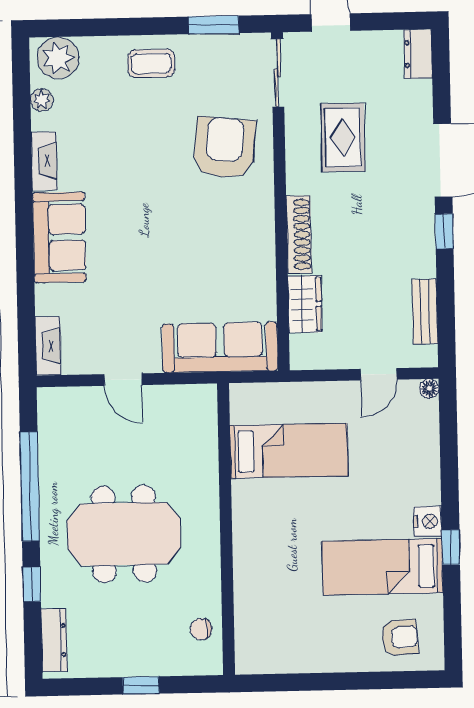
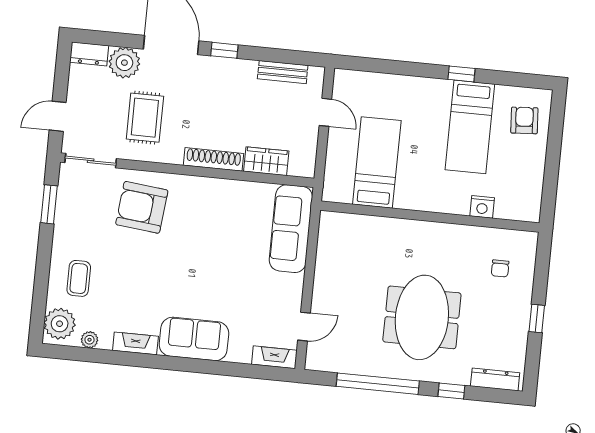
coffee table: (151, 63) -> (79, 278), moved
plant: (412, 102) -> (124, 63), added
rug: (343, 137) -> (145, 118), turned 90
door: (123, 380) -> (304, 327), moved
floor lamp: (429, 389) -> (341, 76), removed
bed: (289, 451) -> (377, 162), moved
nightstand: (428, 521) -> (482, 207), moved, turned 180
wall: (226, 529) -> (430, 217), moved

